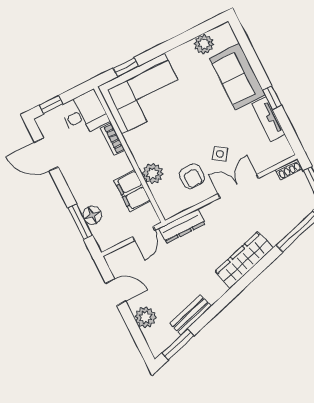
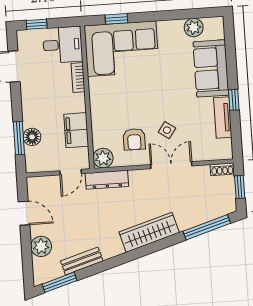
plant: (153, 174) -> (103, 158), moved

